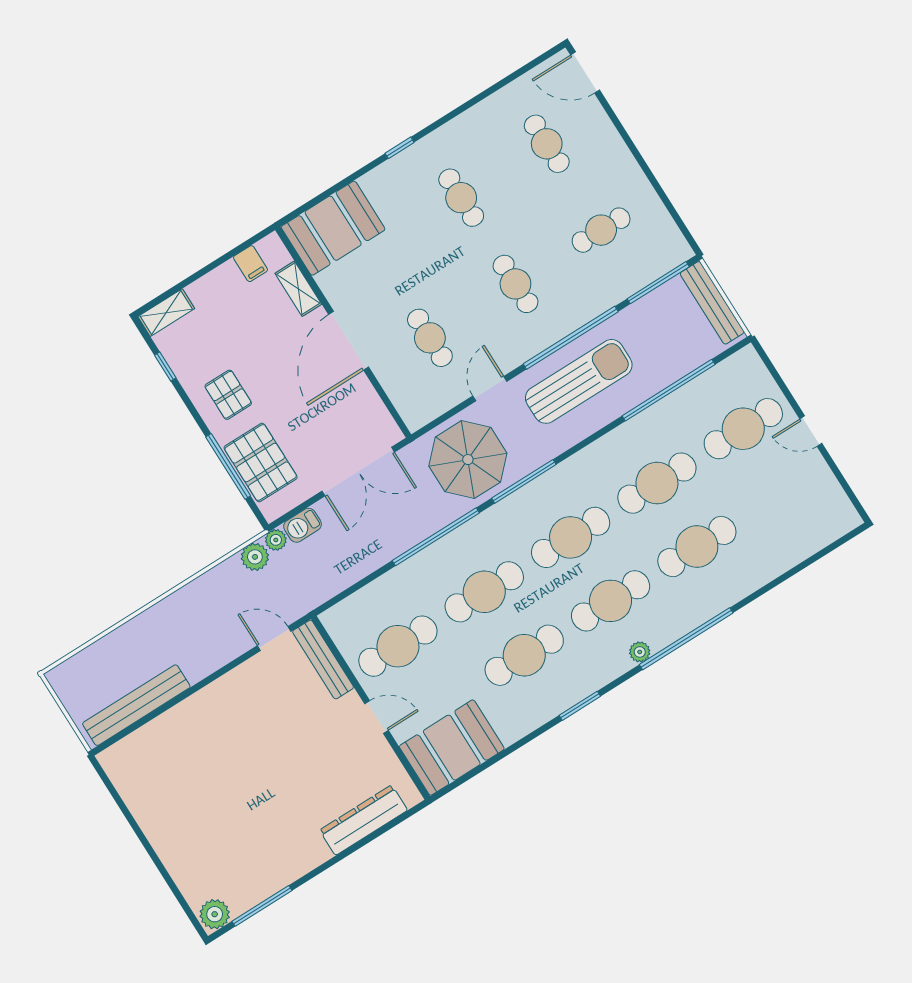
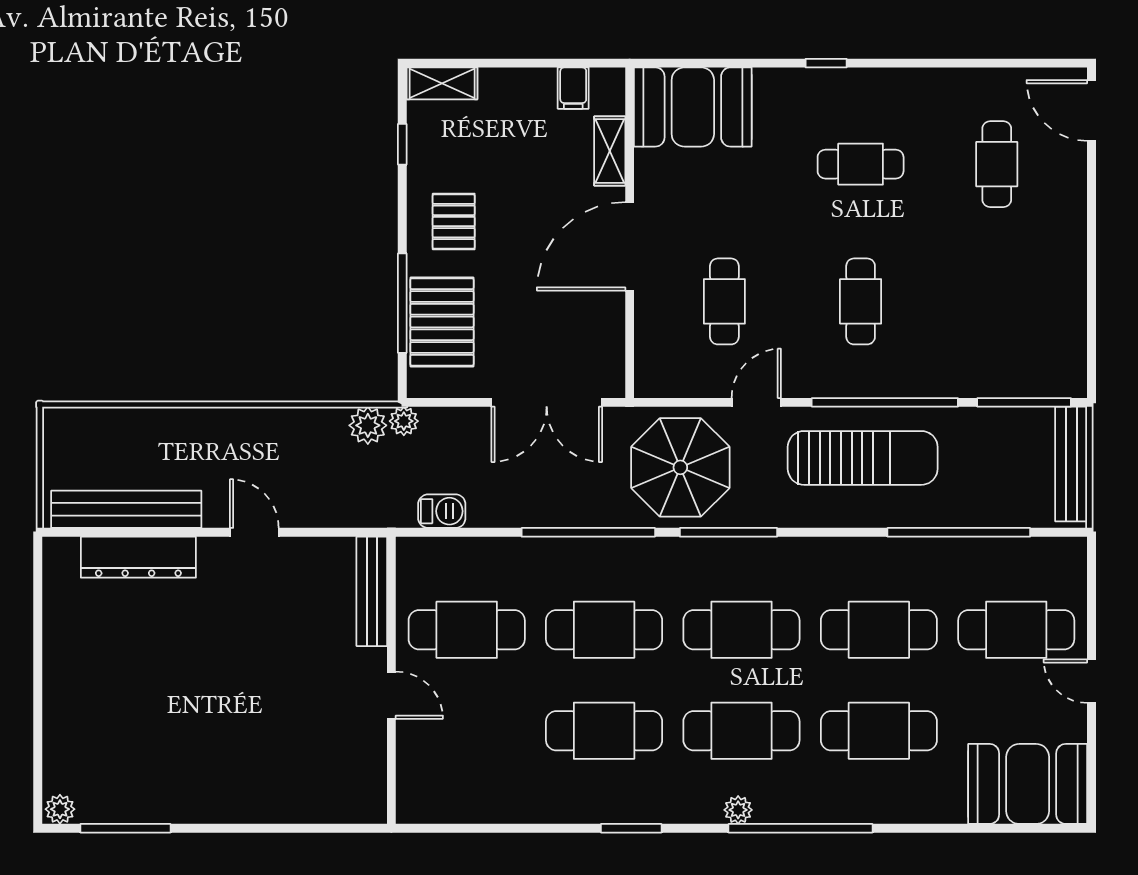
cafe table: (461, 198) -> (861, 164), turned 90
cafe table: (601, 230) -> (997, 301), removed
barbecue: (303, 525) -> (442, 511), moved, turned 180
door: (274, 639) -> (254, 532), moved
booth: (452, 748) -> (1028, 784), moved
dresser: (364, 820) -> (138, 557), moved, turned 180
plant: (215, 914) -> (60, 809), width x0.73, depth x0.73

